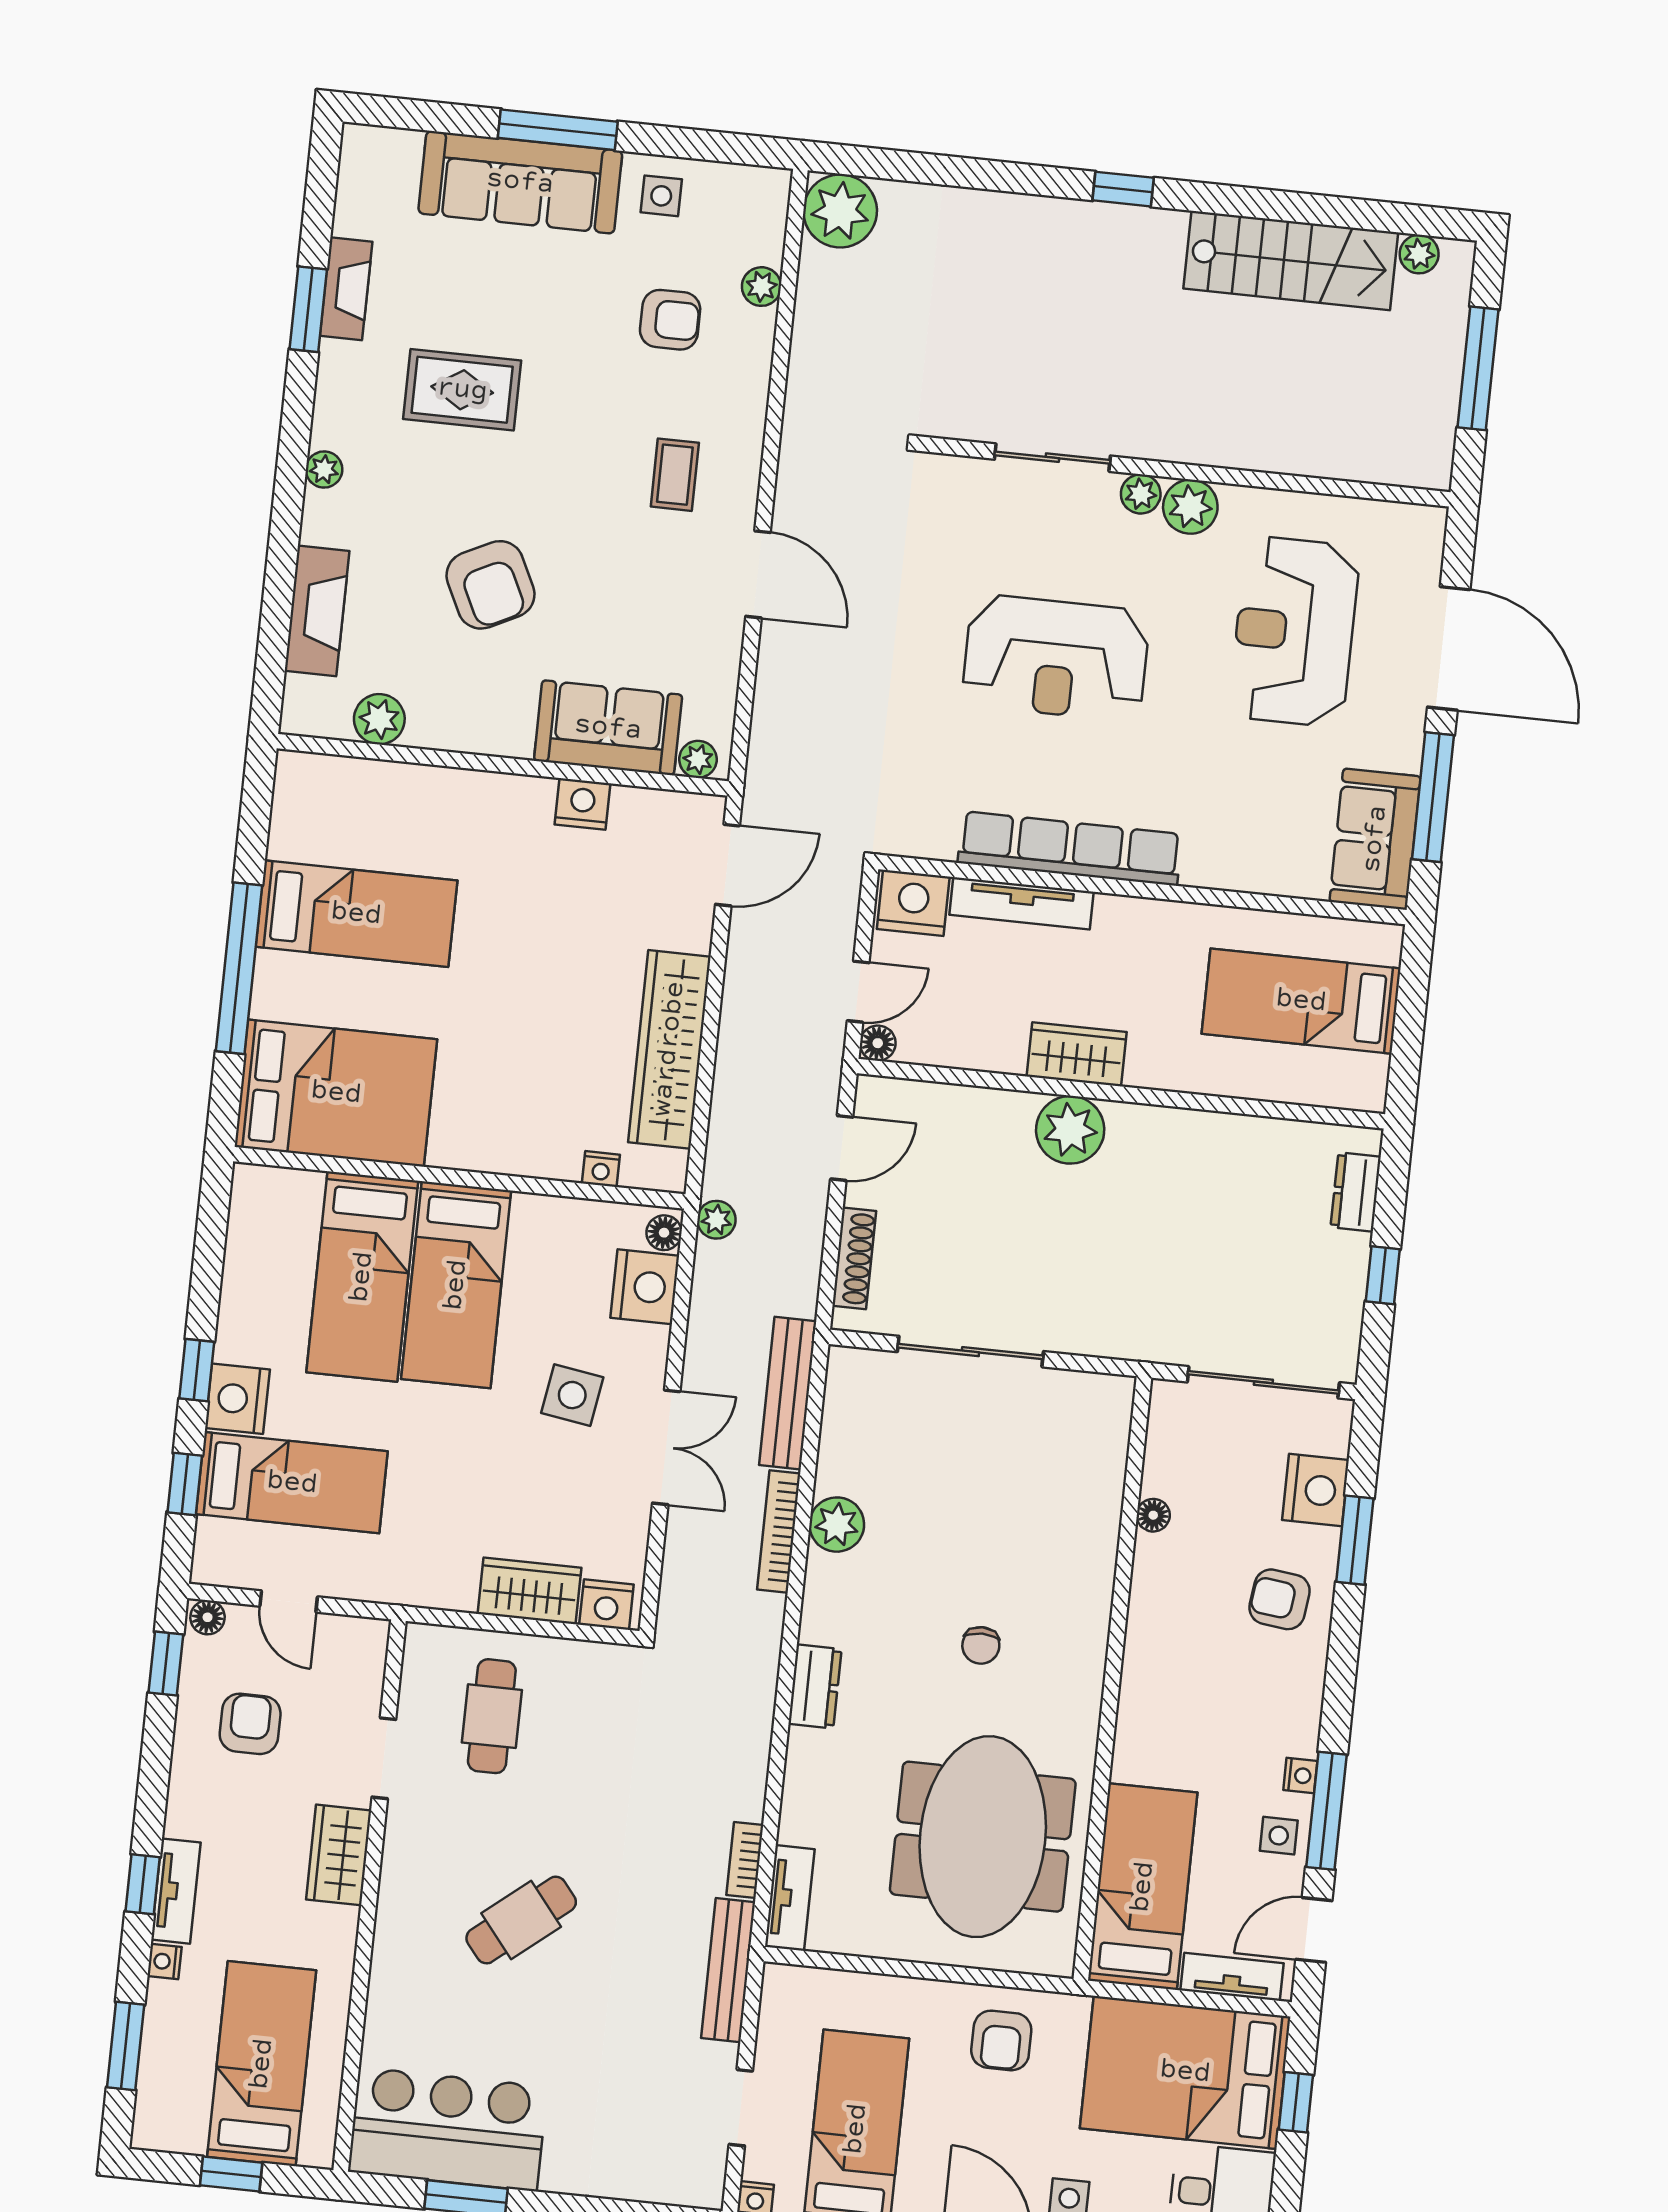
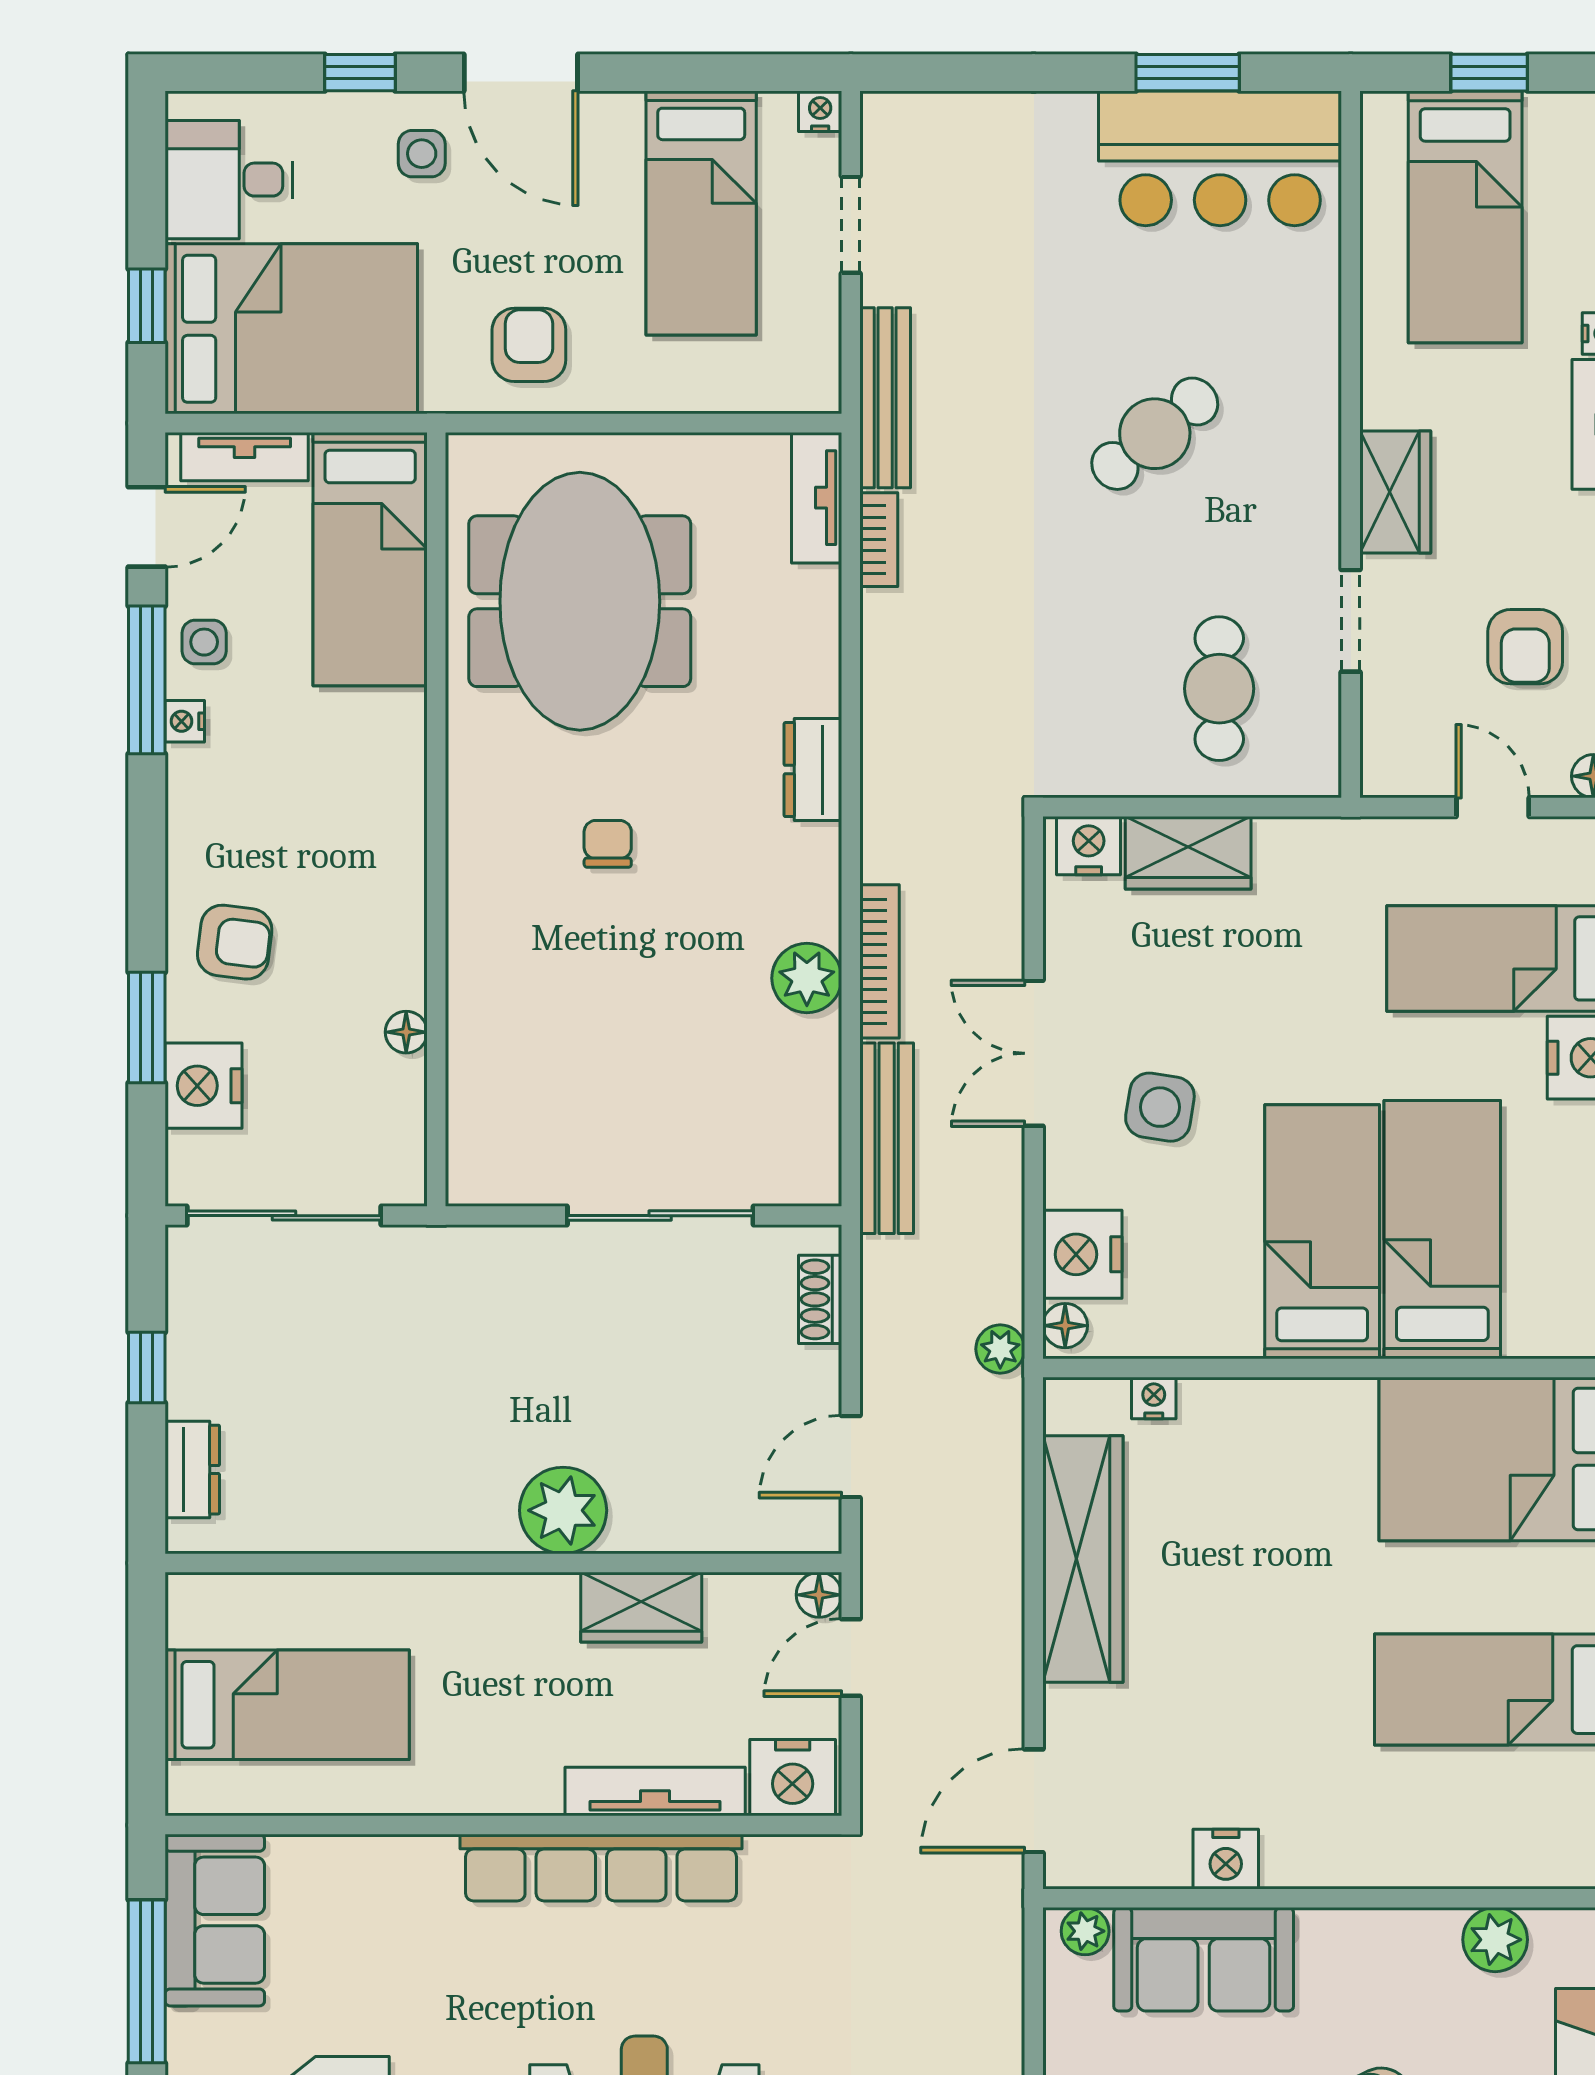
wardrobe: (1077, 1054) -> (641, 1607), moved
shoe rack: (854, 1258) -> (820, 1299), width x0.70

